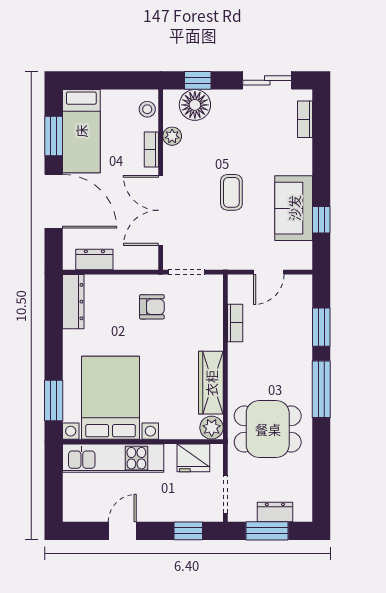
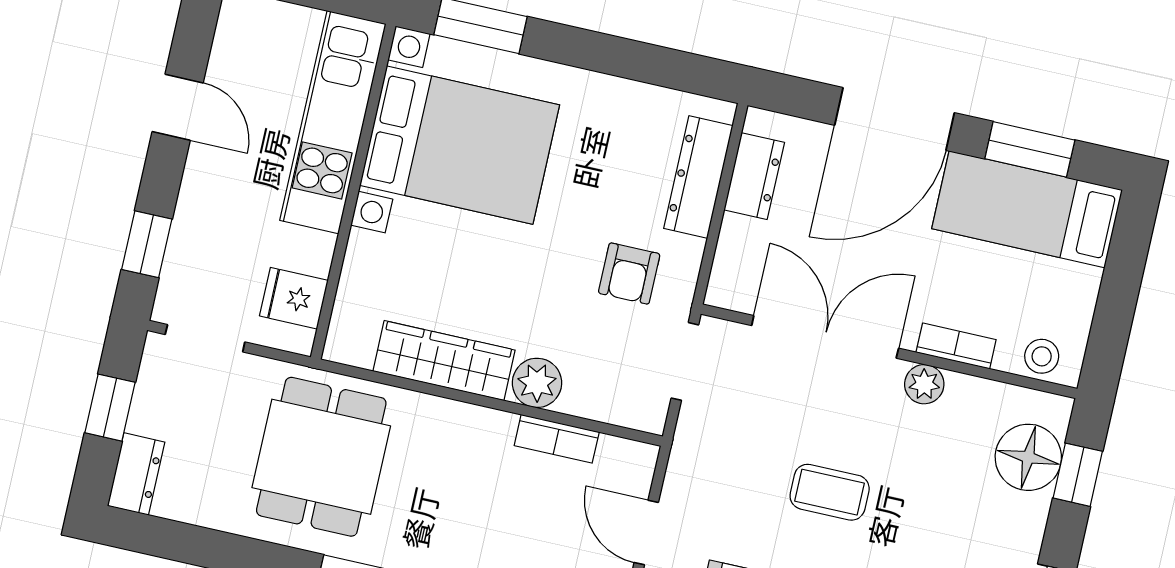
plant: (172, 136) -> (924, 384), moved
dresser: (73, 302) -> (698, 177), moved, turned 90
plant: (212, 428) -> (537, 383), moved
fridge: (193, 458) -> (294, 298), width x0.72
dresser: (275, 512) -> (136, 474), moved
window: (267, 531) -> (110, 408), width x0.67

